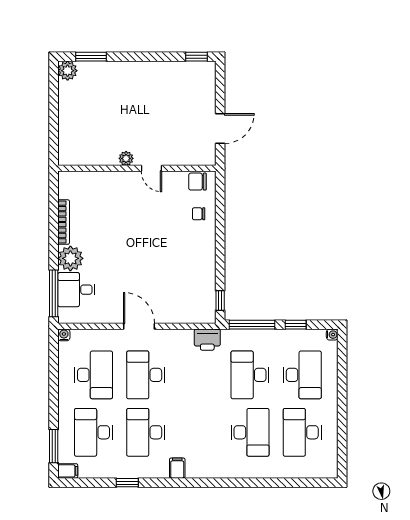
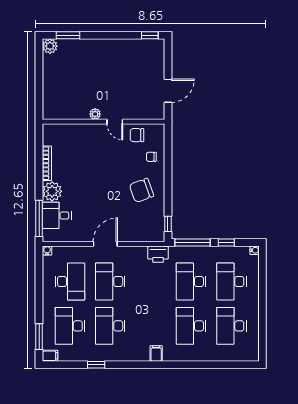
chair: (198, 182) -> (137, 135), moved
chair: (186, 257) -> (141, 190), added
door: (139, 326) -> (105, 244), hinge flipped
desk: (302, 375) -> (231, 281), turned 180
desk: (250, 432) -> (191, 326), turned 180
filing cabinet: (177, 468) -> (156, 354), moved

